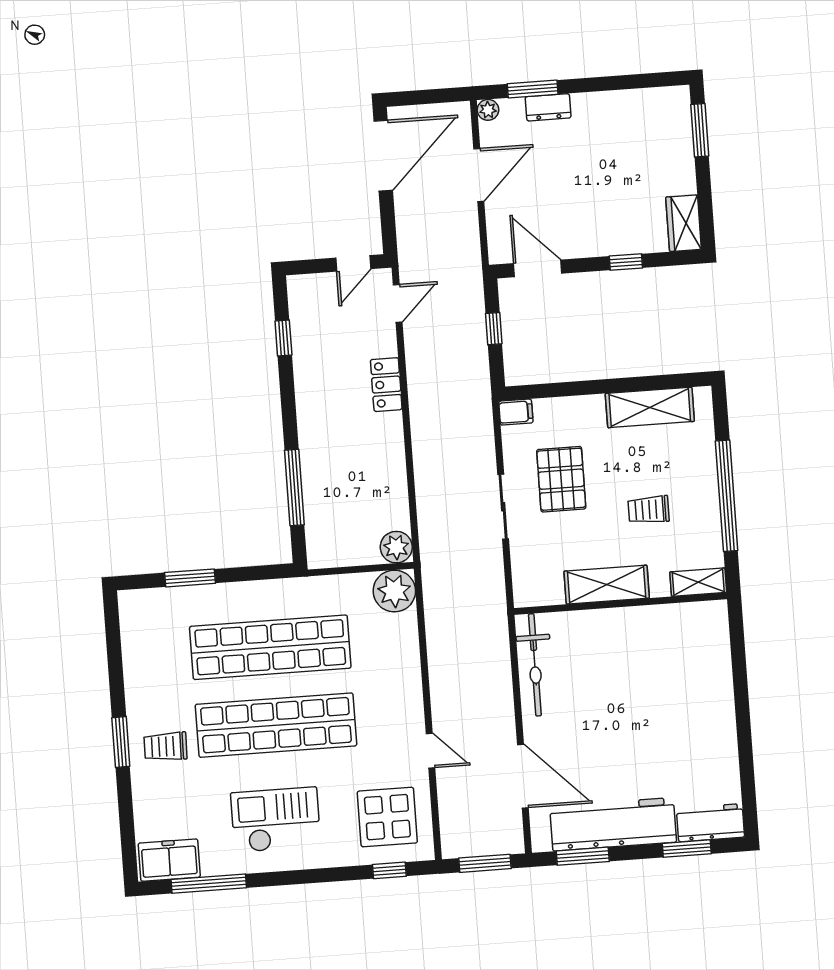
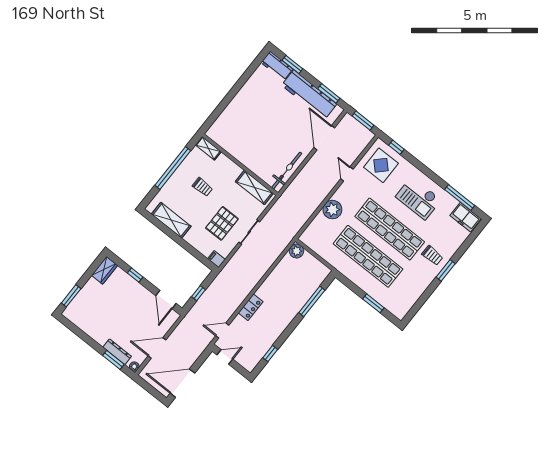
dresser: (548, 107) -> (117, 352), width x1.44
shelving: (607, 585) -> (254, 187), moved
plant: (394, 591) -> (332, 210), moved

